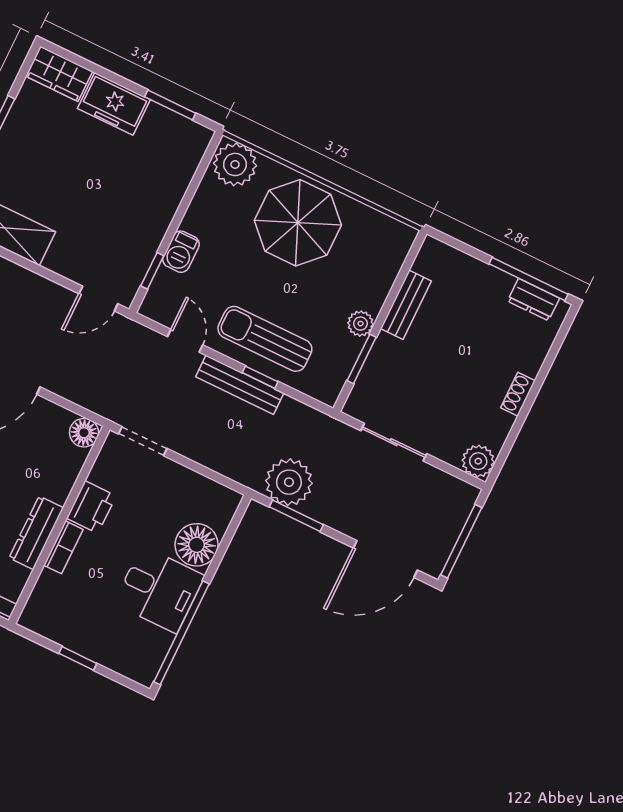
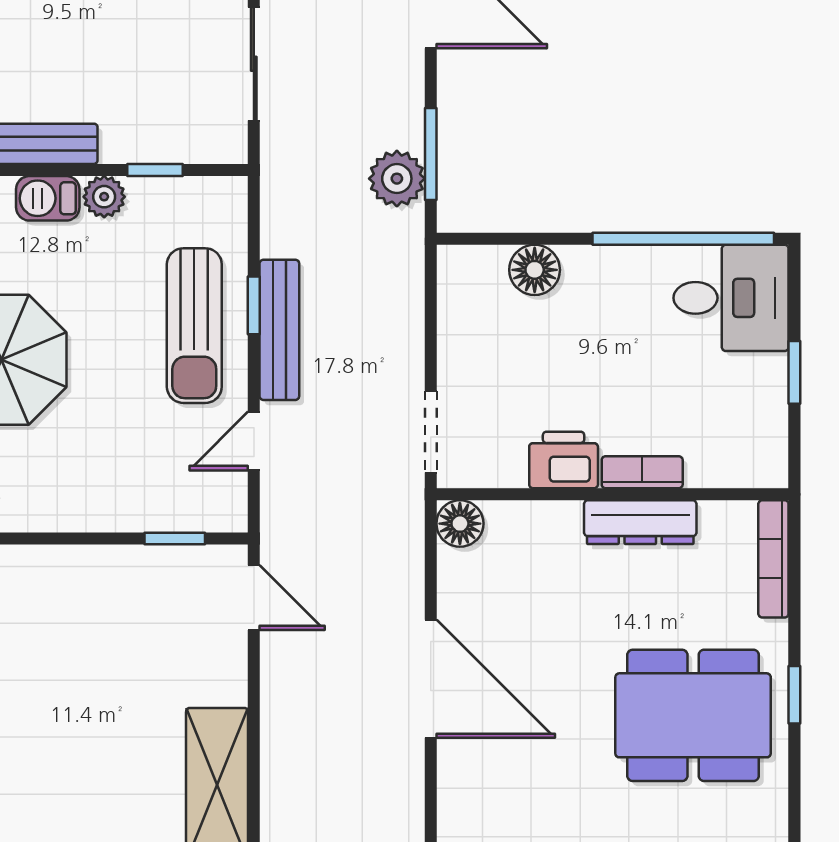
barbecue: (181, 252) -> (48, 198), moved, turned 180
window: (362, 359) -> (155, 170), width x0.67
plant: (289, 482) -> (397, 179), width x0.73, depth x0.73
floor lamp: (197, 545) -> (535, 270), width x0.73, depth x0.73
desk: (159, 590) -> (731, 298), moved, turned 90

